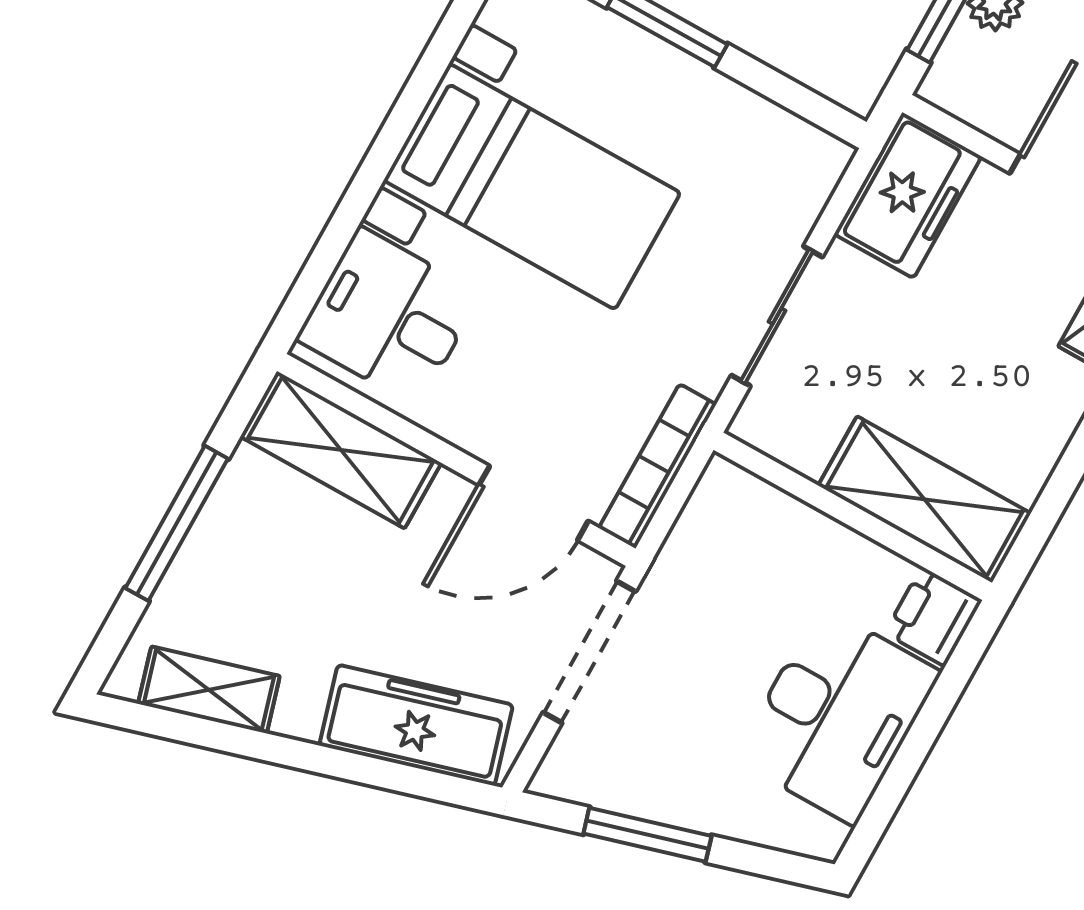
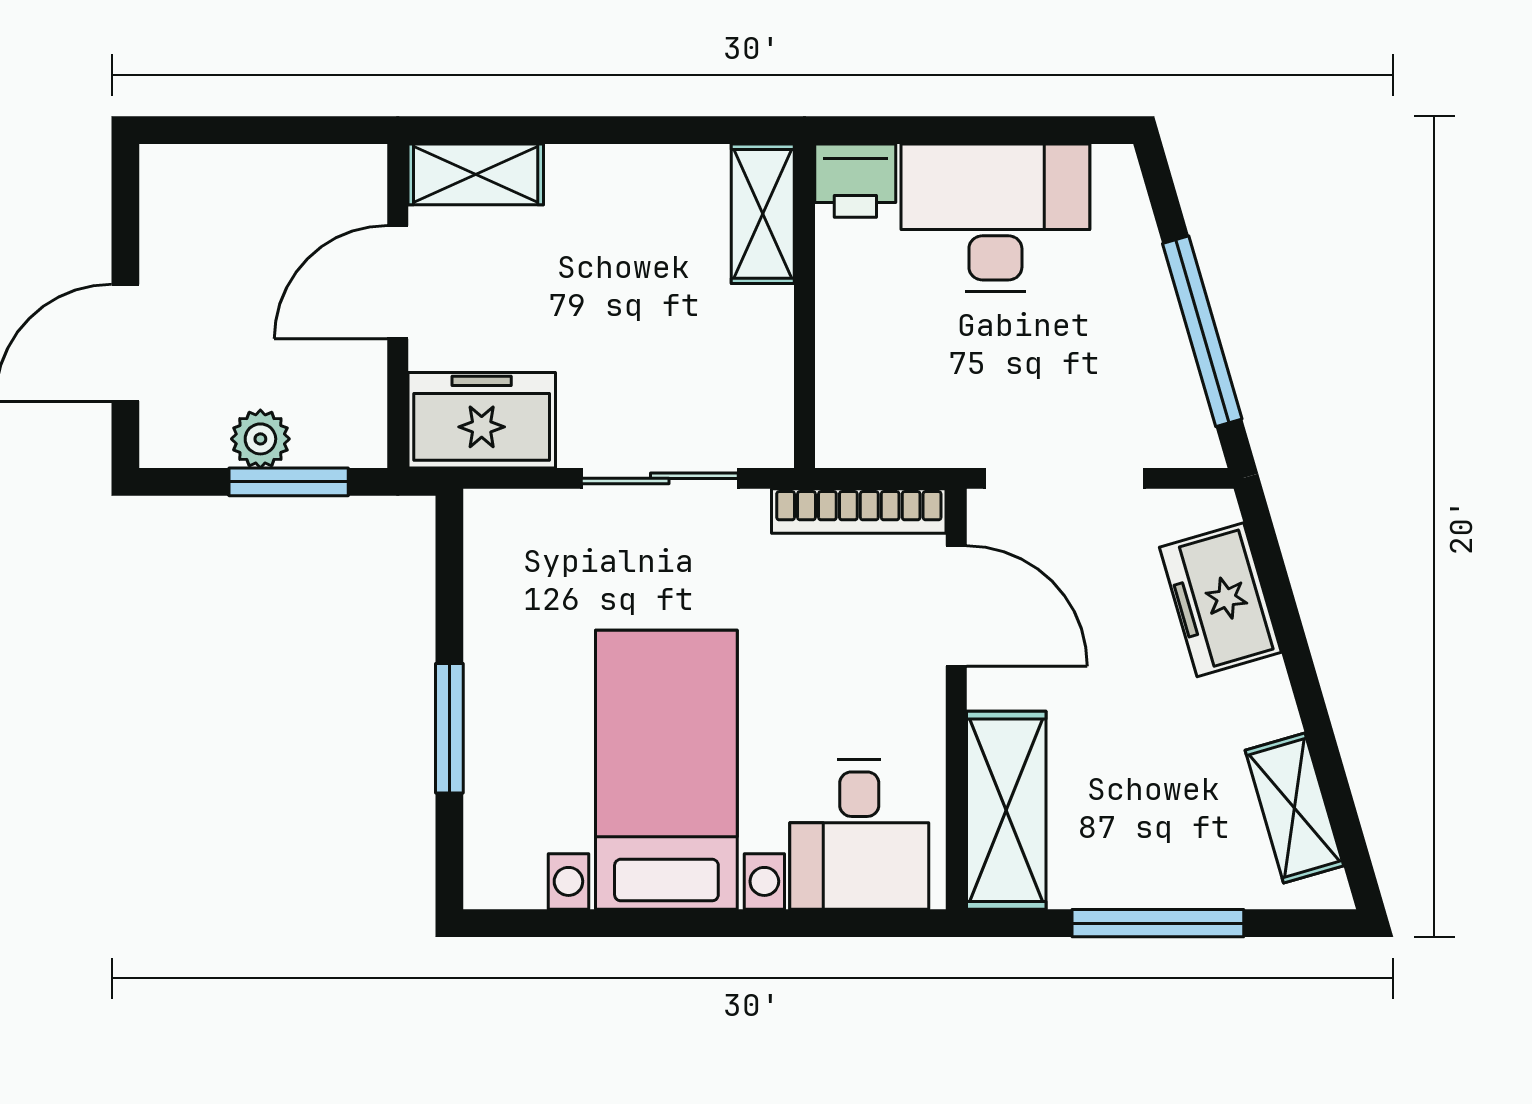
shelving: (925, 499) -> (763, 214), width x0.67, depth x0.75
freezer: (416, 725) -> (1220, 600), width x0.71
window: (647, 835) -> (1202, 331), width x1.44

